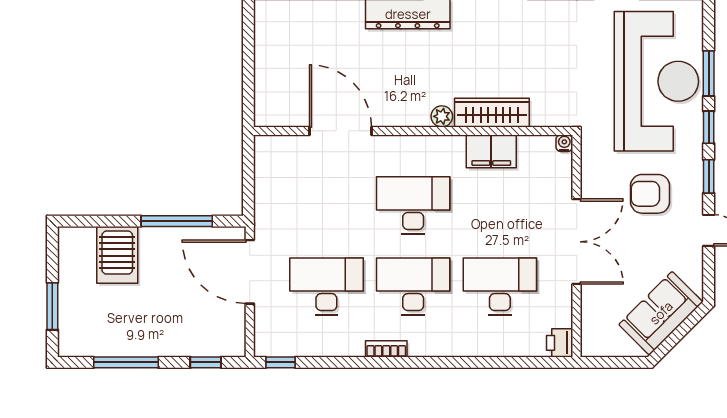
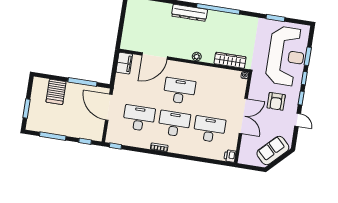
wardrobe: (492, 113) -> (230, 60), moved
door: (340, 131) -> (155, 56), swing flipped
filing cabinet: (491, 151) -> (124, 63), moved, turned -90
armchair: (650, 194) -> (276, 101), turned -90

